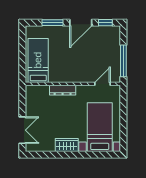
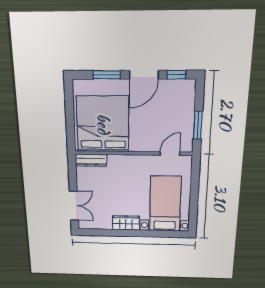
bed: (38, 60) -> (103, 124), width x2.04
window: (123, 61) -> (198, 125), width x0.69
dresser: (63, 90) -> (91, 160), moved

